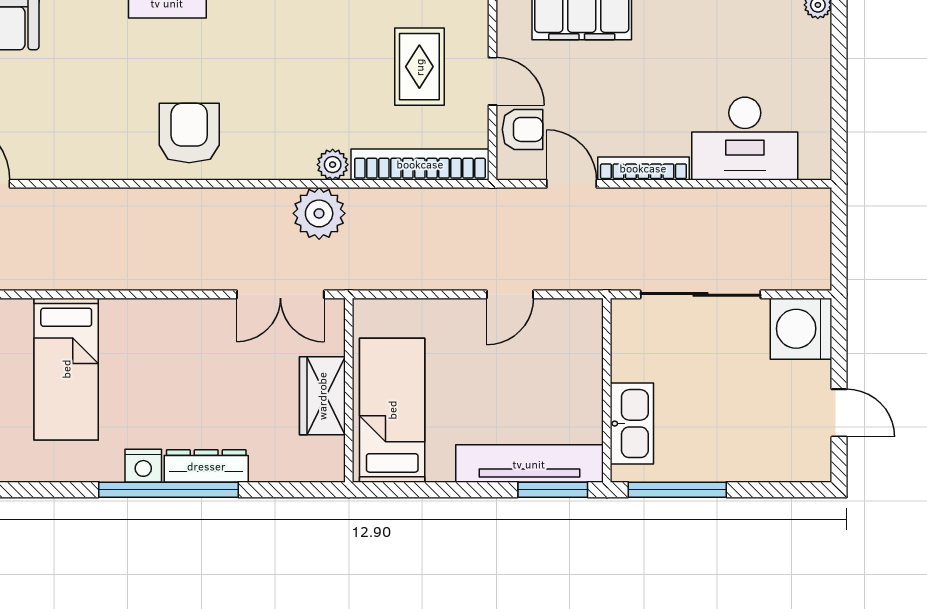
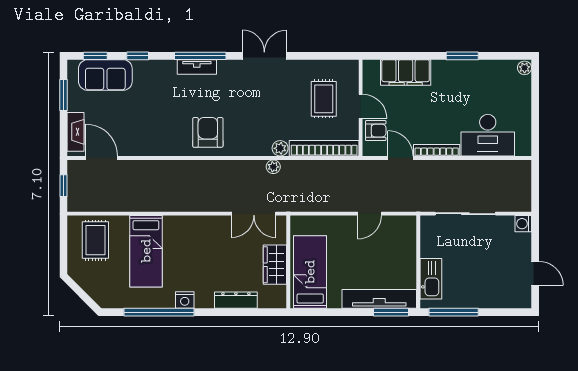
plant: (319, 213) -> (273, 167), width x0.53, depth x0.53
washing machine: (801, 329) -> (523, 224), width x0.53, depth x0.53
dresser: (206, 466) -> (236, 300), moved
window: (169, 490) -> (159, 312), moved

